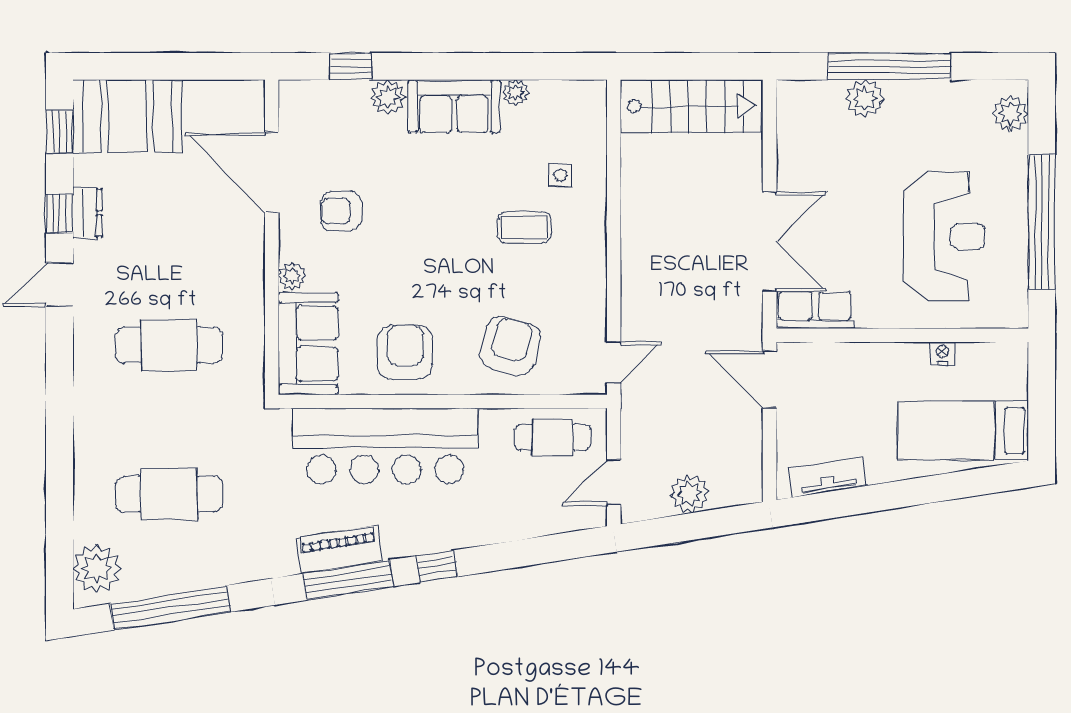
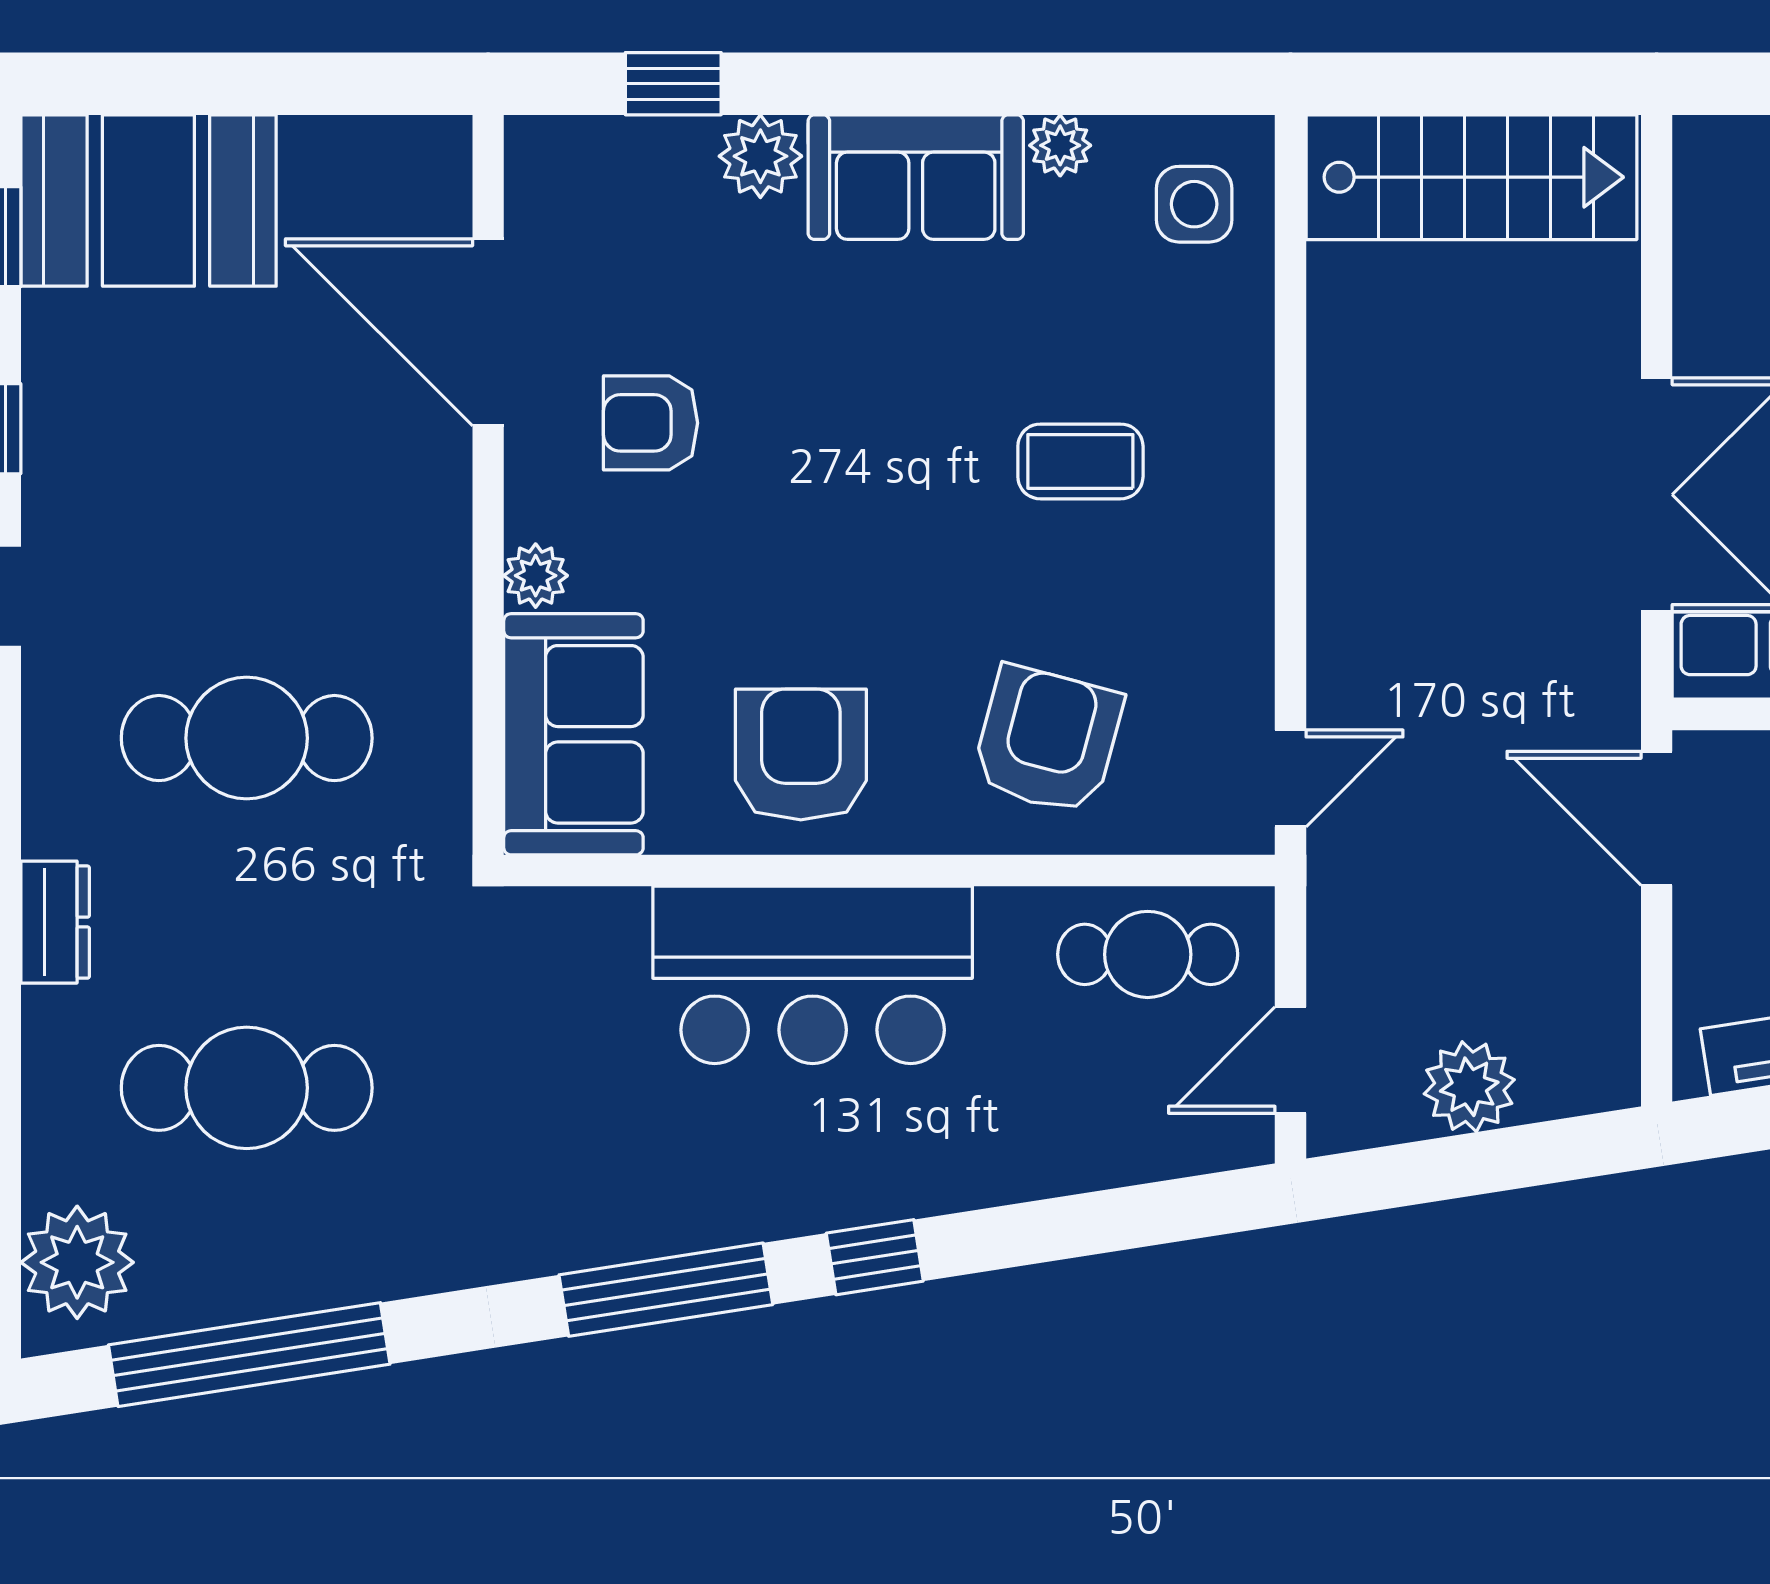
side table: (560, 175) -> (1194, 204), moved, width x1.37, depth x1.37
dresser: (87, 213) -> (55, 922), moved
bar counter: (385, 446) -> (813, 975), width x0.73
piano: (339, 550) -> (646, 1218), removed

